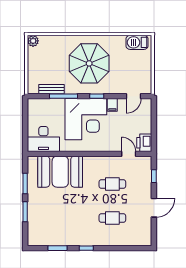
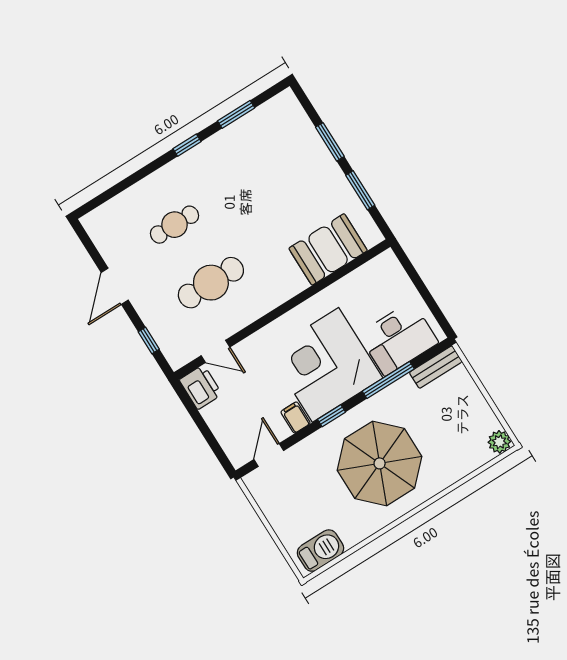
bench: (52, 89) -> (436, 367), moved
desk: (43, 139) -> (398, 338), moved, turned 180
booth: (60, 172) -> (328, 249), width x0.73, depth x0.70
cafe table: (112, 184) -> (211, 283), width x1.37, depth x1.35

